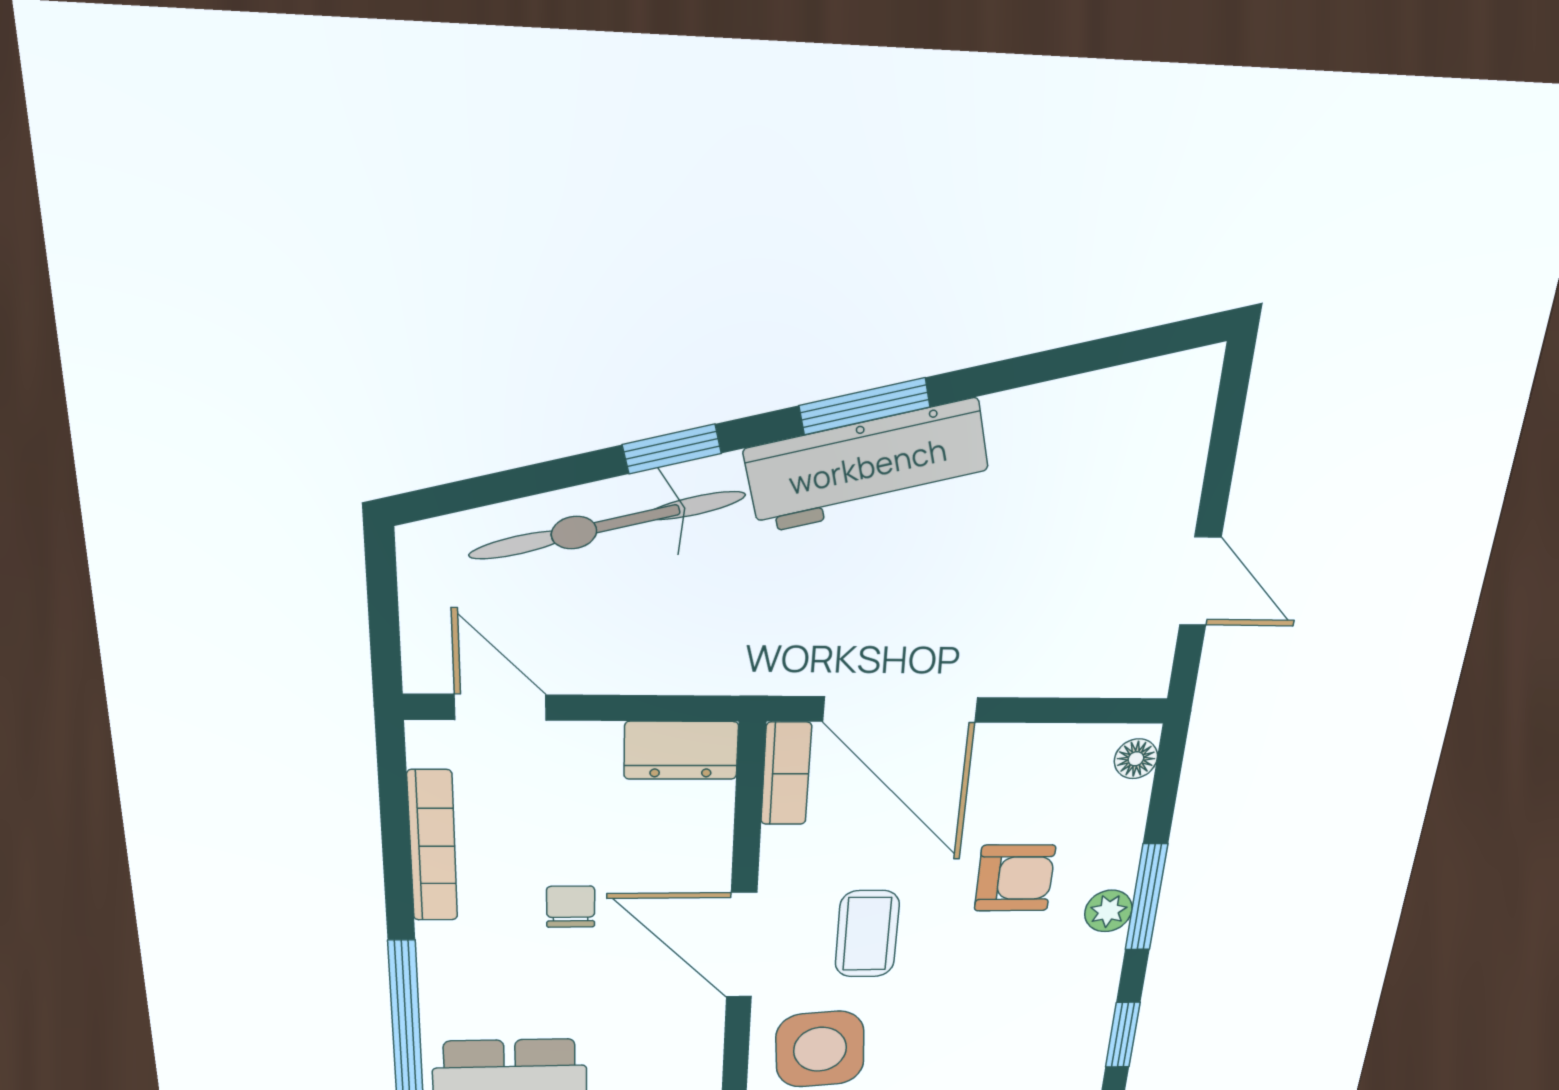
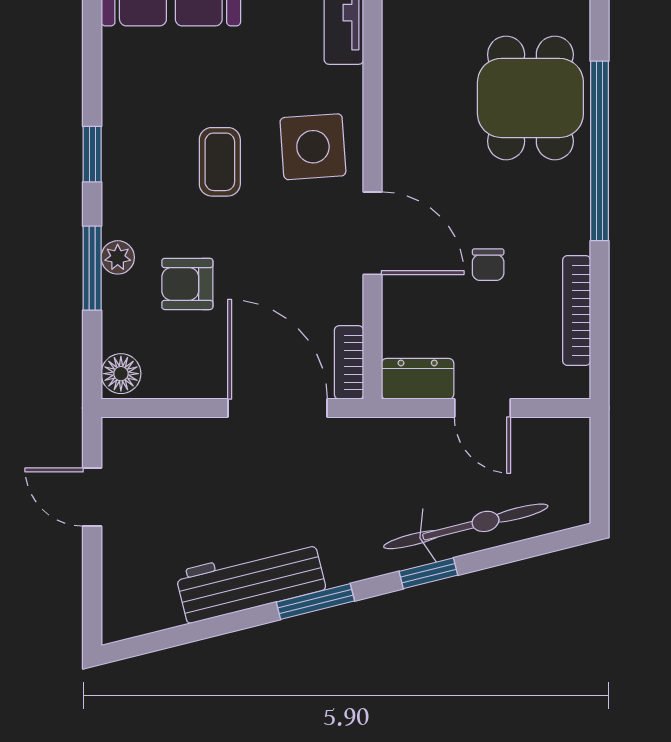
workbench: (868, 466) -> (251, 581), moved
door: (500, 707) -> (482, 408), moved
floor lamp: (1136, 759) -> (121, 374), width x1.37, depth x1.37
coffee table: (867, 934) -> (220, 162), moved

